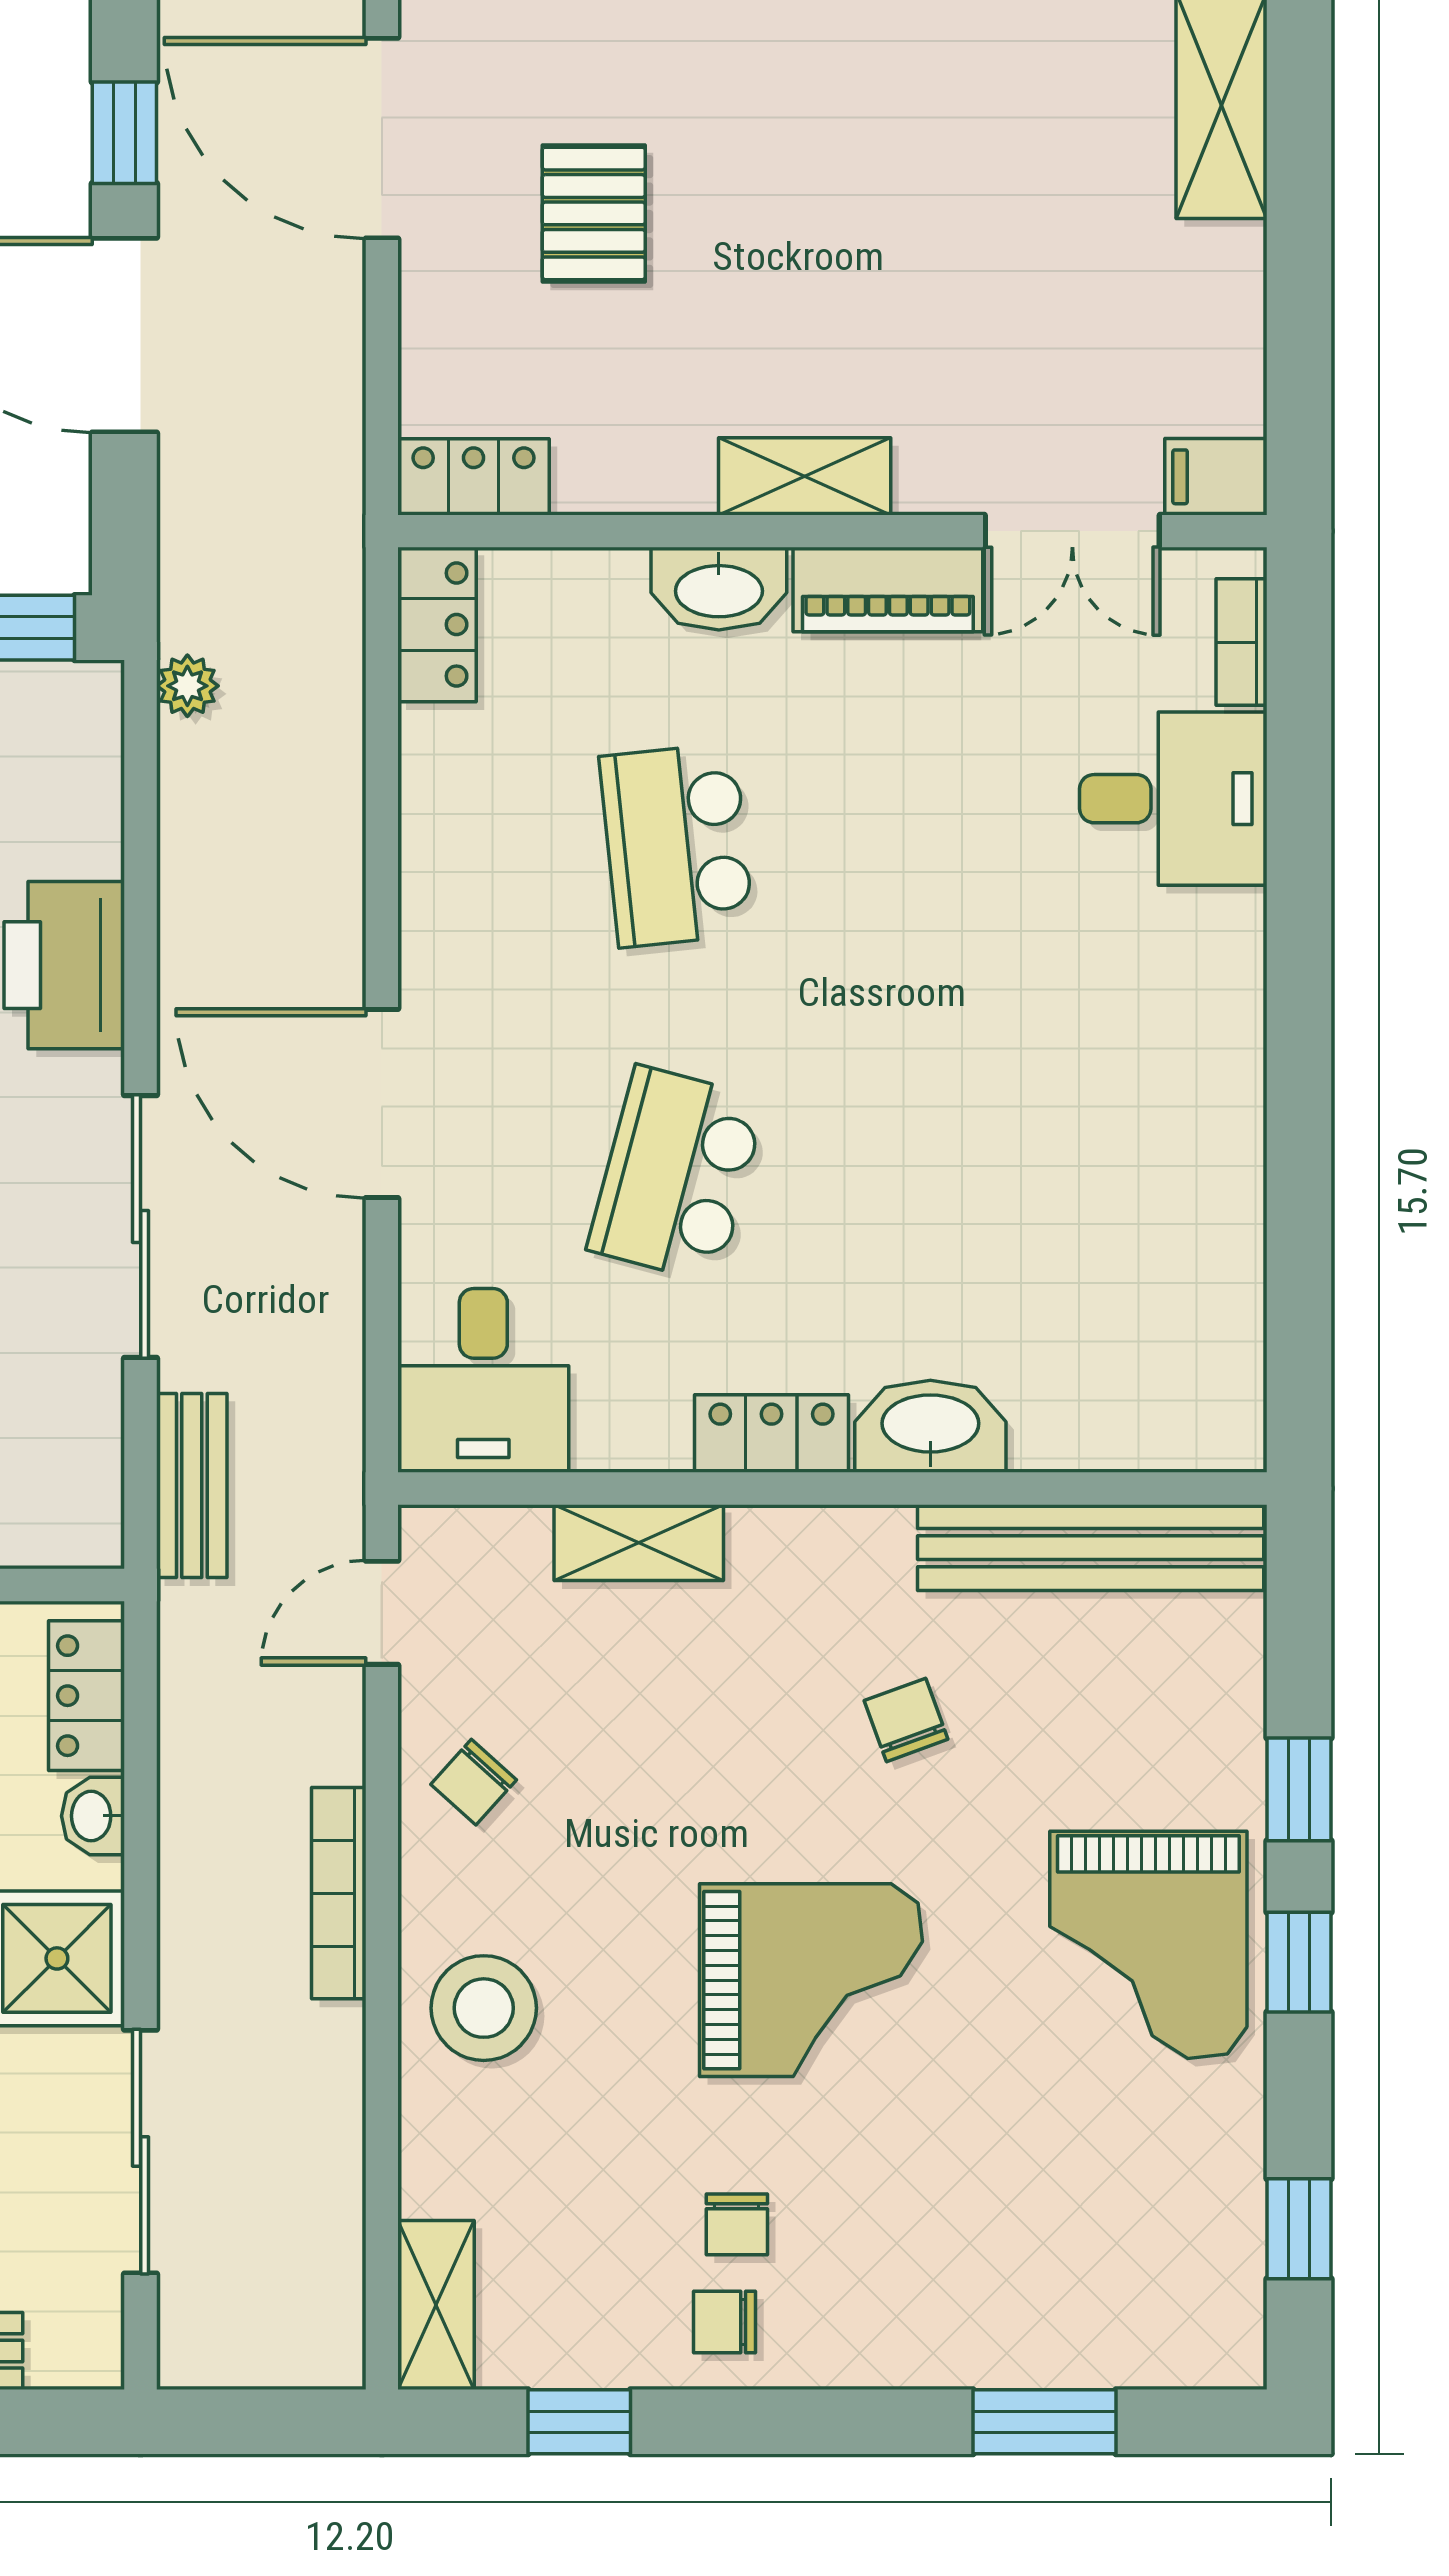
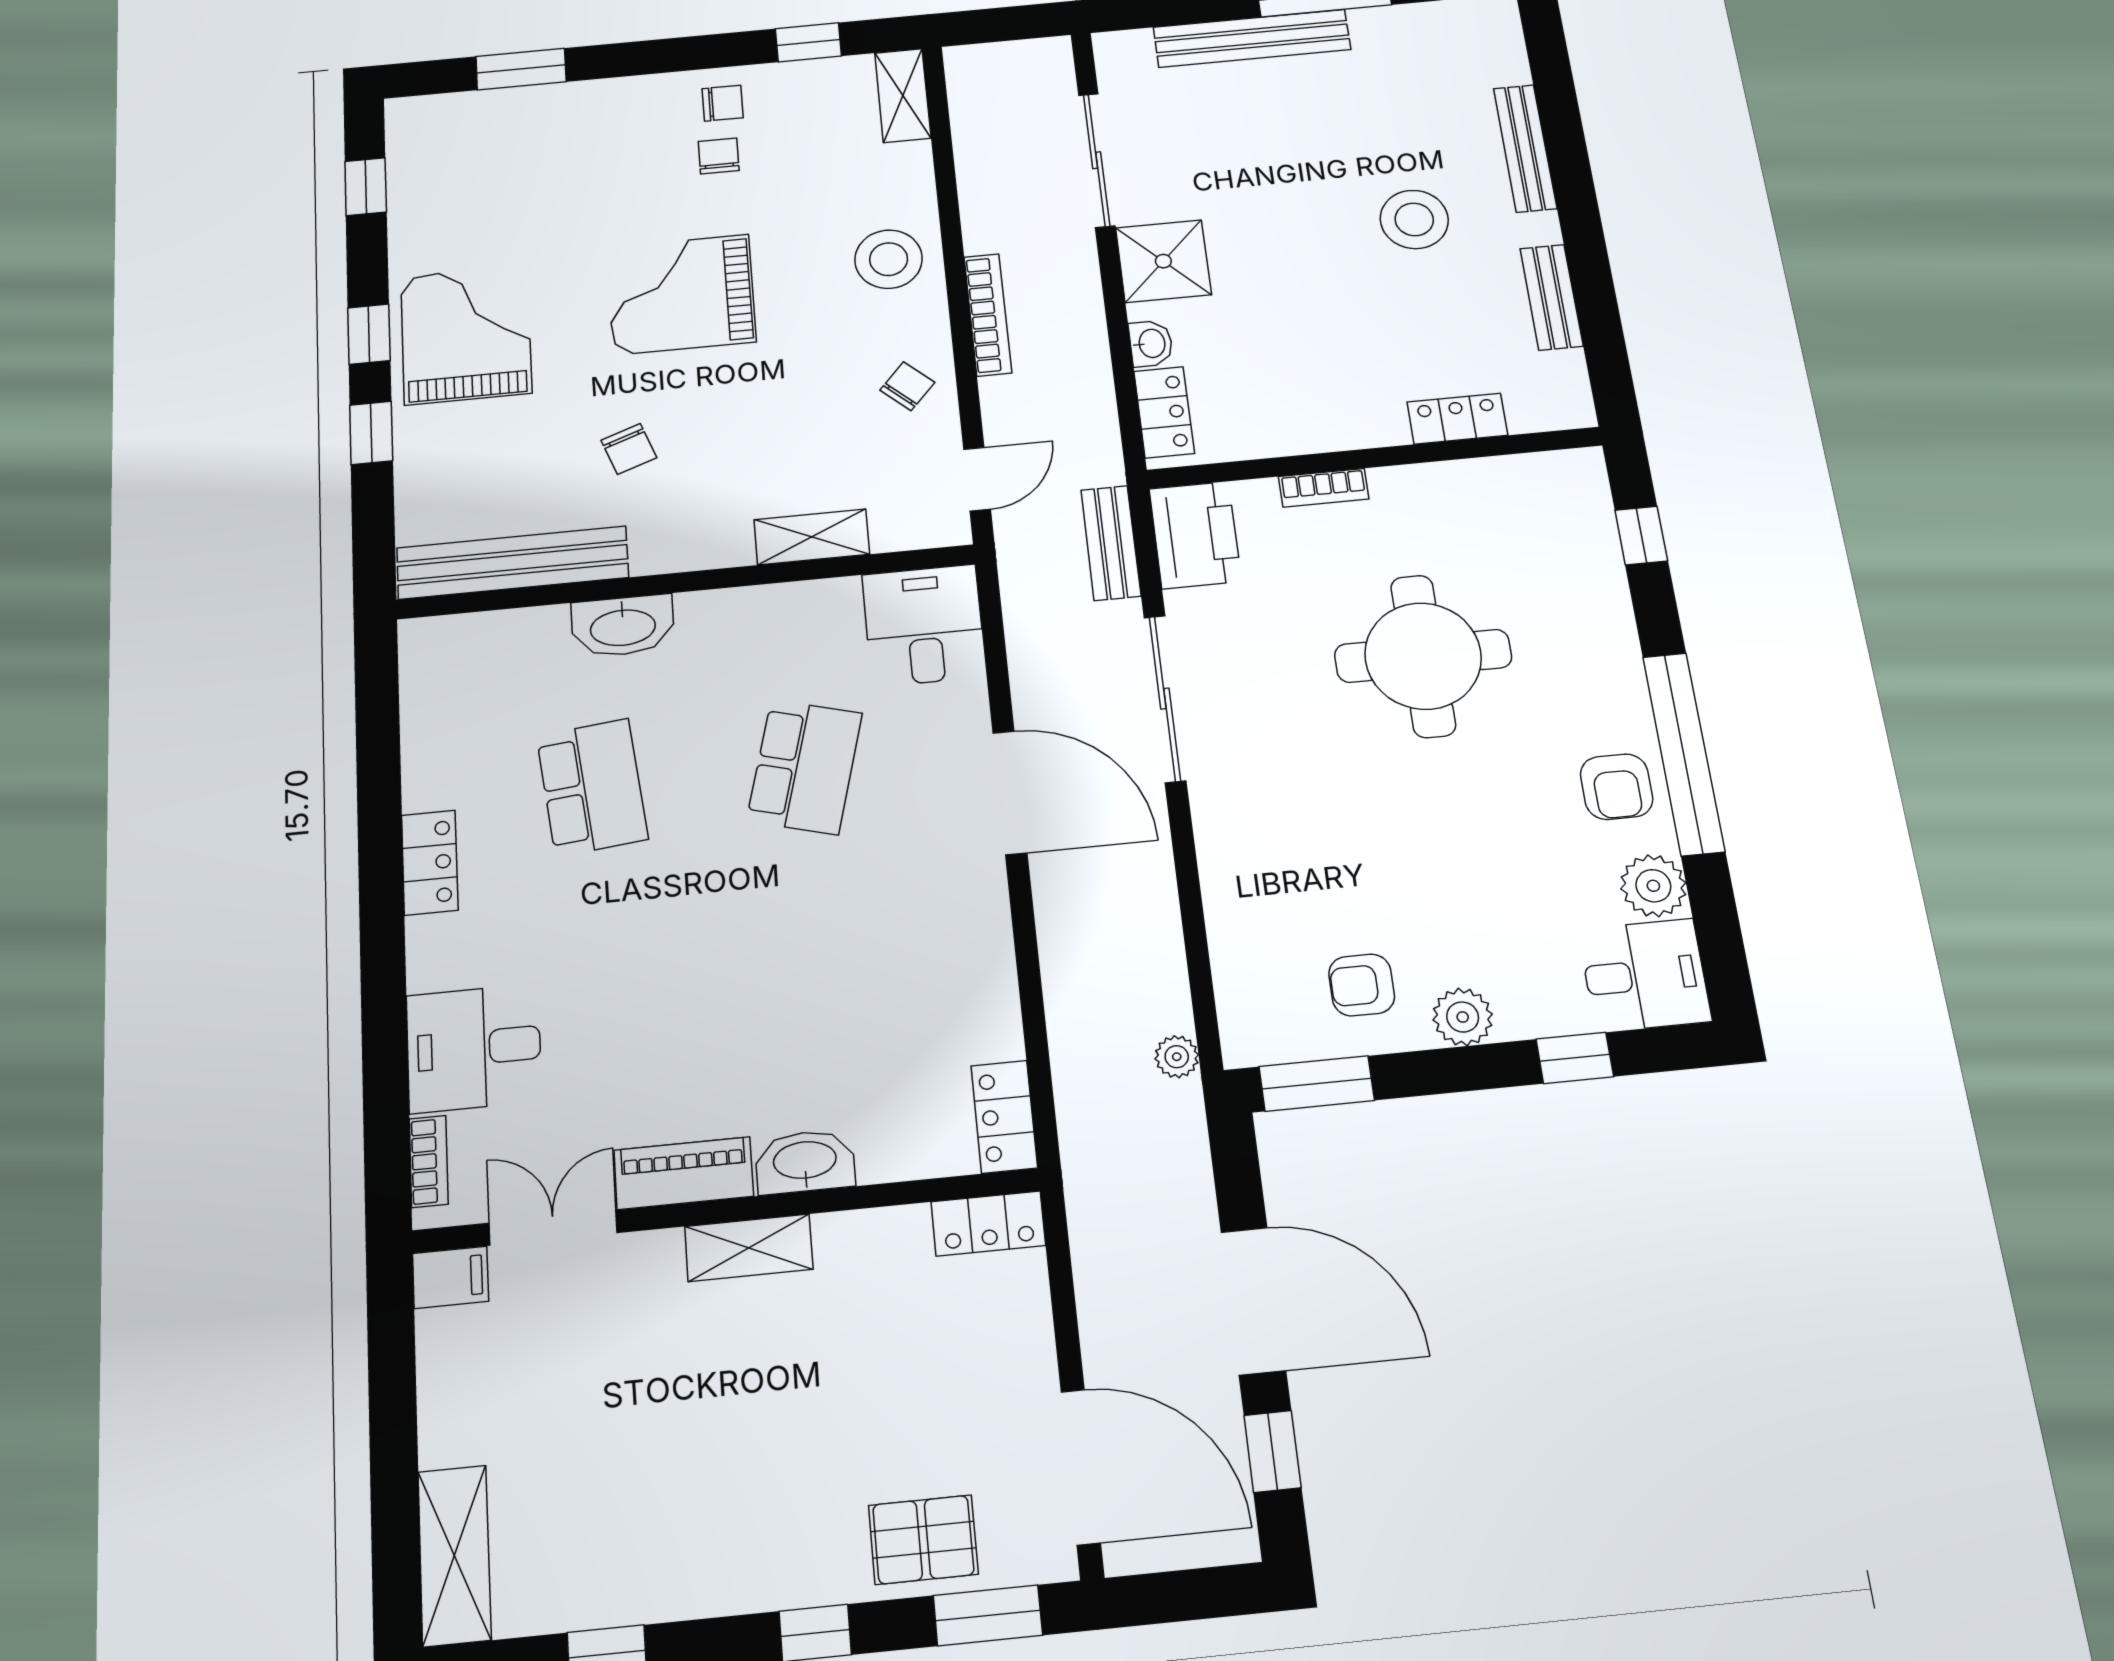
pallet: (594, 213) -> (923, 1540), moved, turned 90
school desk: (677, 845) -> (592, 787), moved
printer: (64, 965) -> (1195, 535), moved
locker: (772, 1434) -> (430, 863), moved, turned -90

